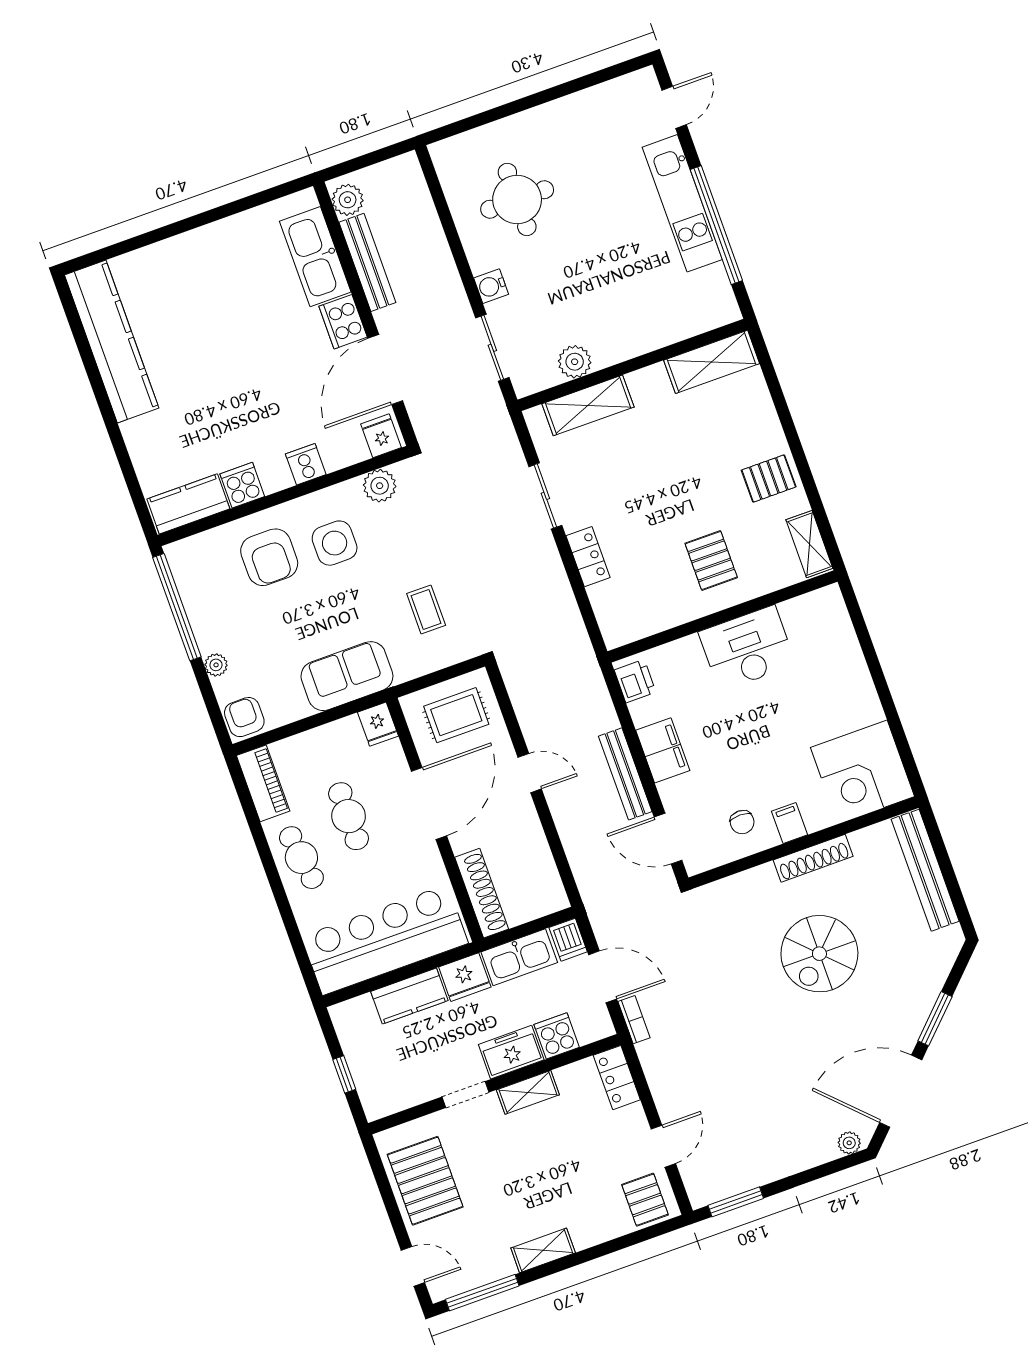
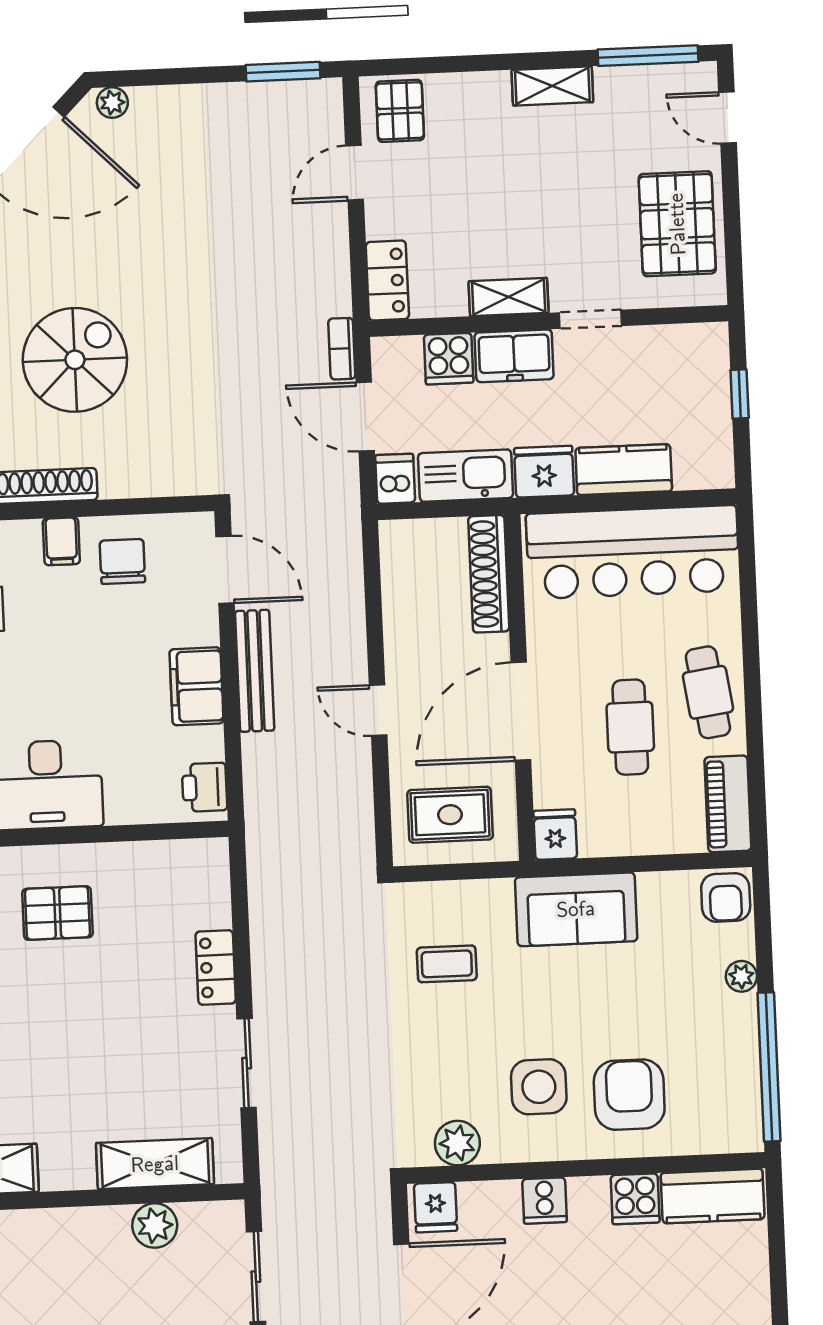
pallet: (711, 560) -> (57, 913), turned 90
coffee table: (426, 609) -> (447, 964), turned 90
chair: (742, 822) -> (122, 561), width x1.37, depth x1.37

